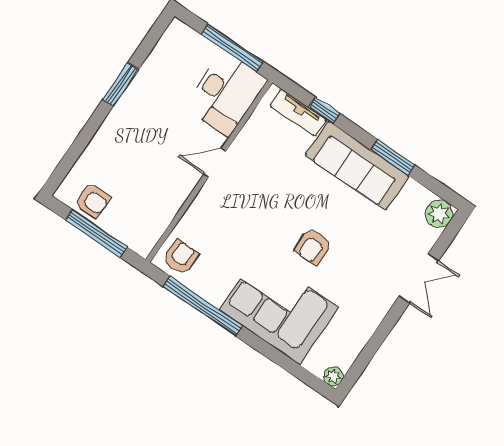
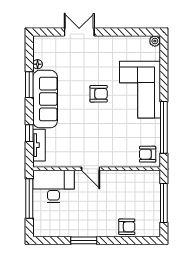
floor lamp: (413, 189) -> (38, 64), added
armchair: (93, 201) -> (127, 227), moved, turned 90
plant: (439, 214) -> (41, 43), removed

